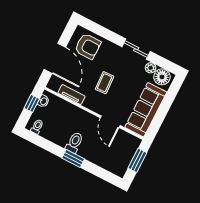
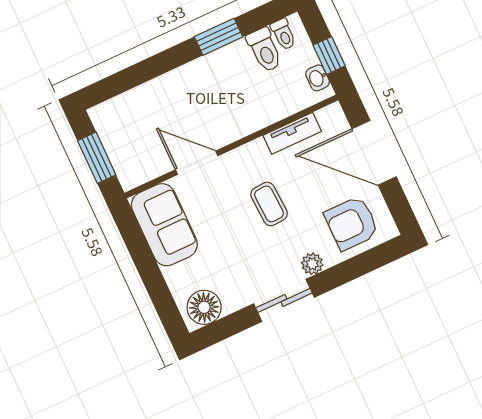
plant: (151, 68) -> (312, 264), moved
sofa: (146, 110) -> (164, 225), width x0.73
toilet: (74, 142) -> (264, 50), moved
window: (73, 158) -> (218, 37), moved

